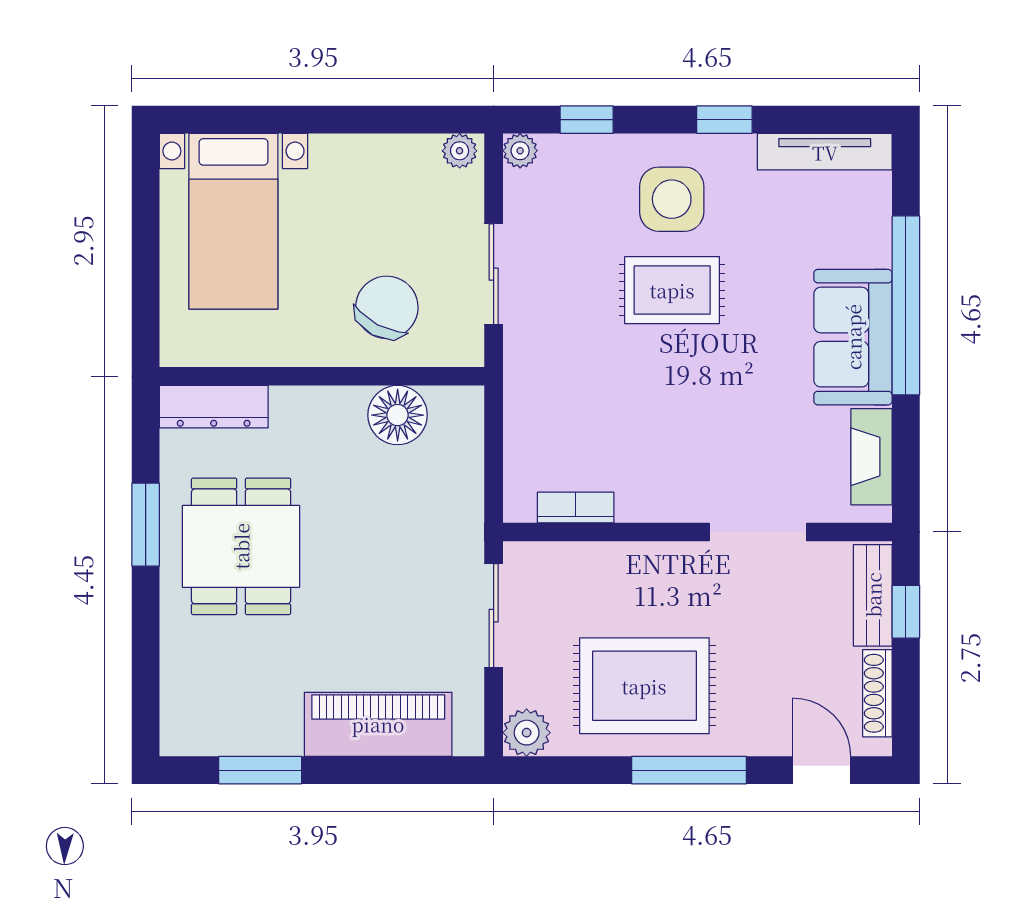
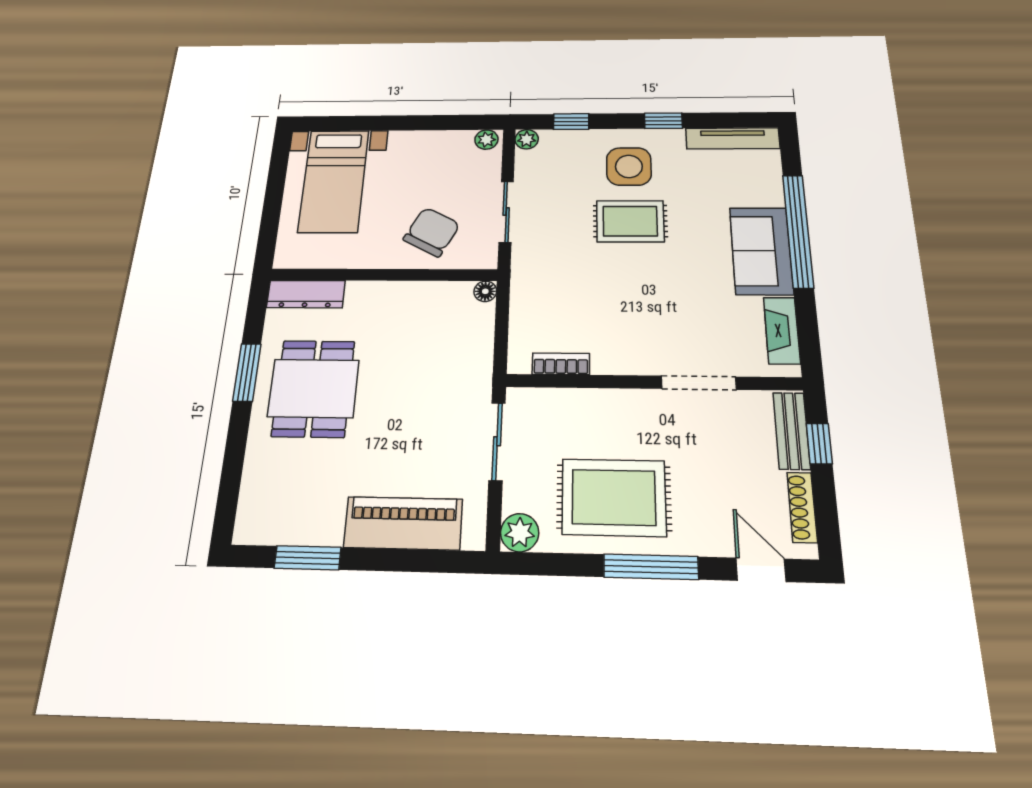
floor lamp: (398, 415) -> (485, 291), moved, width x0.53, depth x0.53

